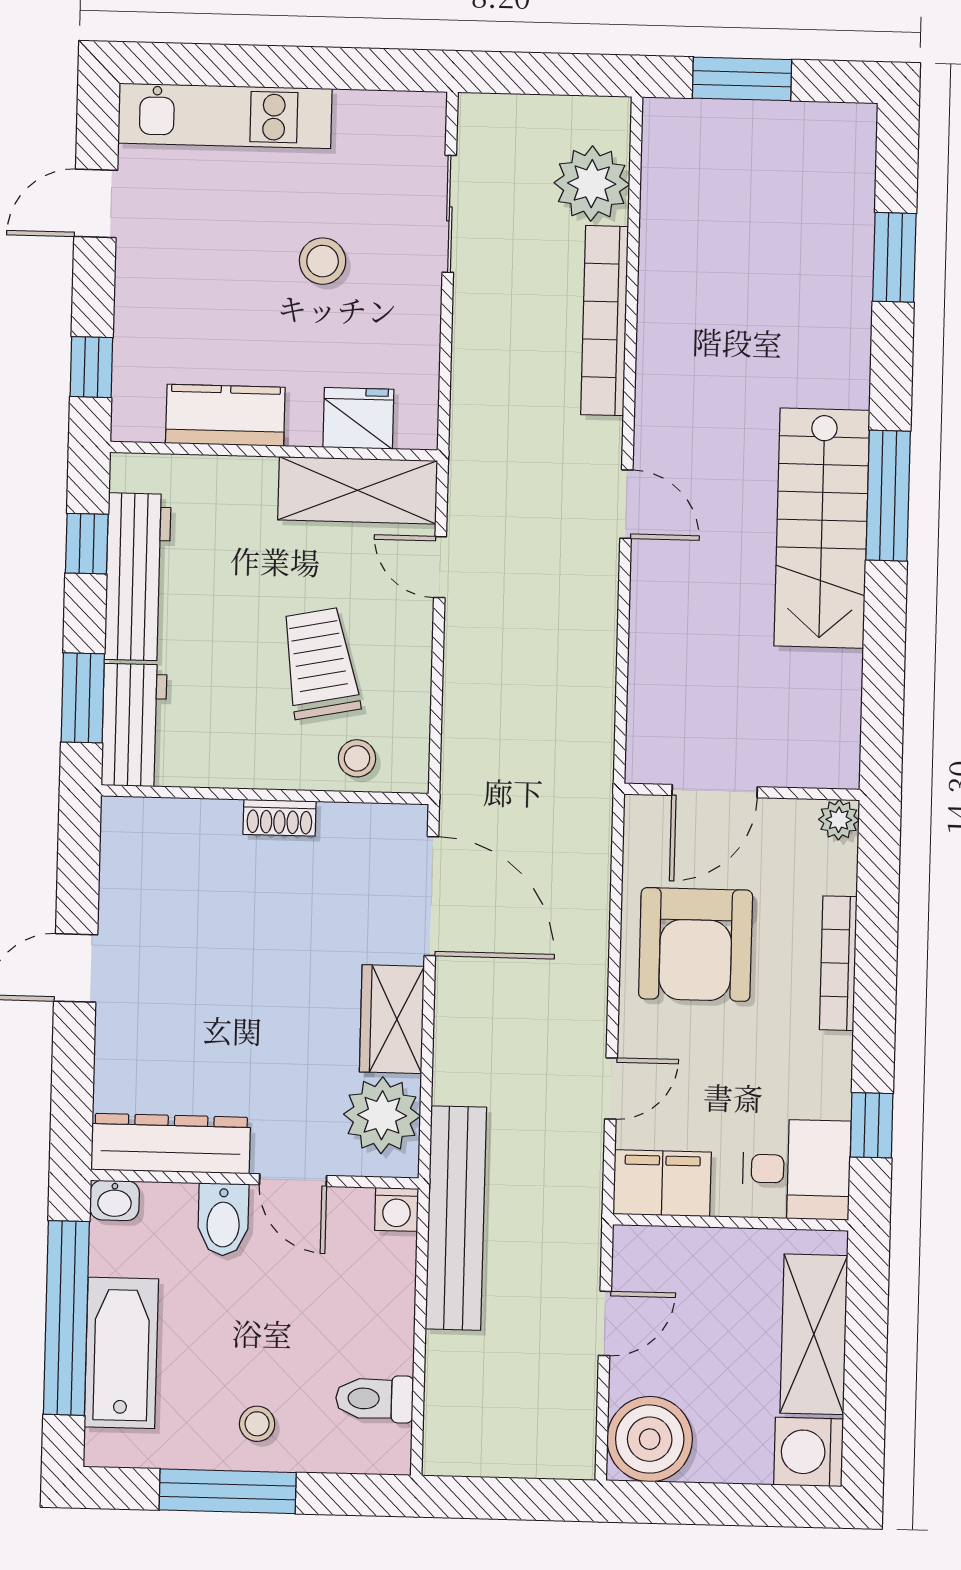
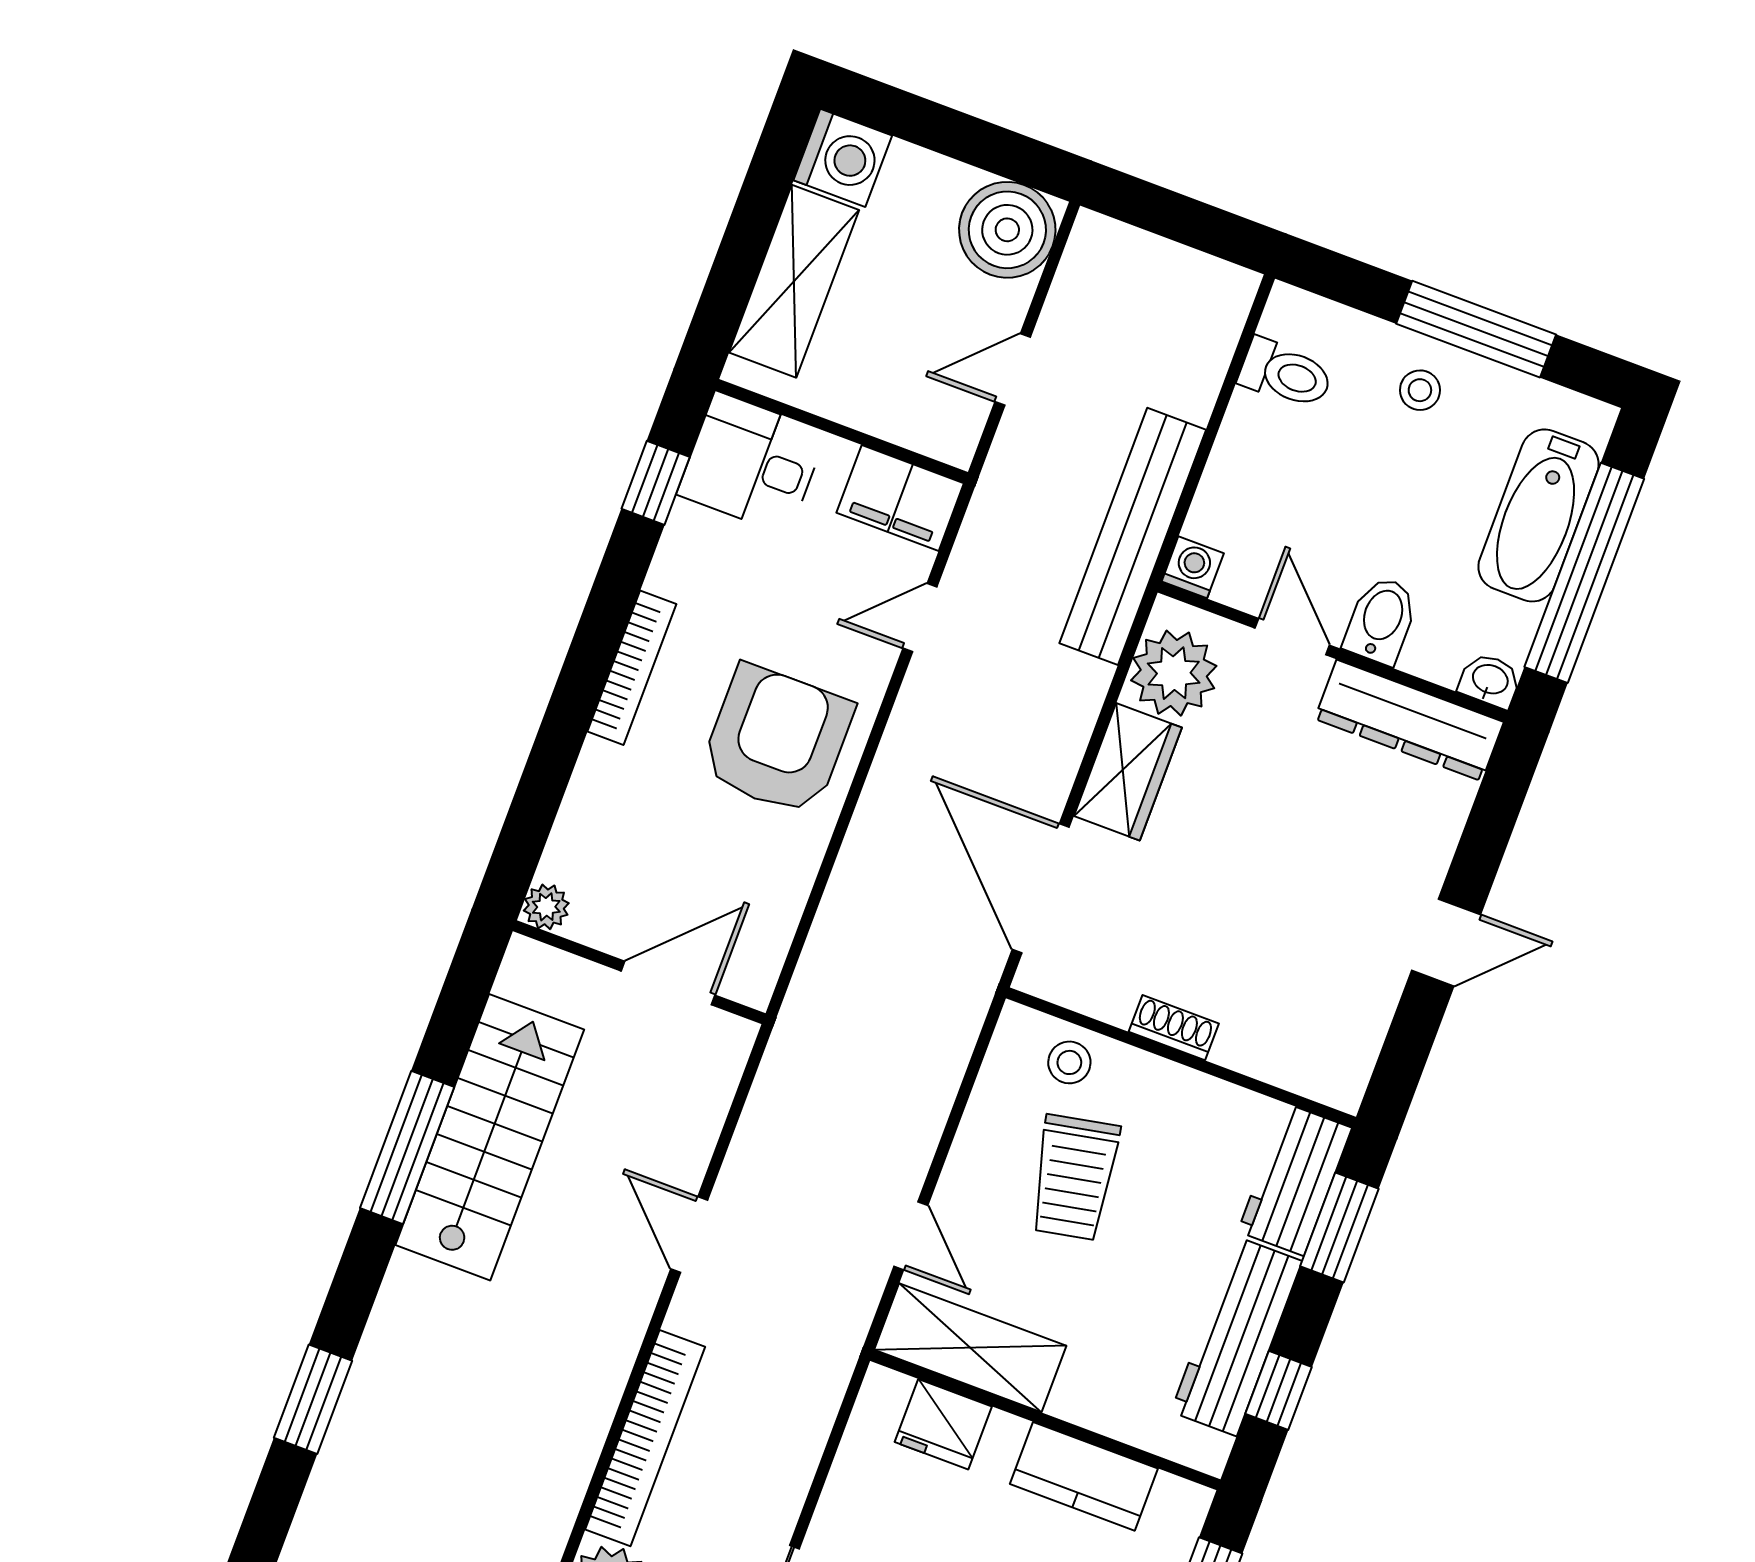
door: (715, 791) -> (668, 983), moved
wall: (742, 792) -> (639, 972), moved
plant: (839, 820) -> (546, 907), moved

